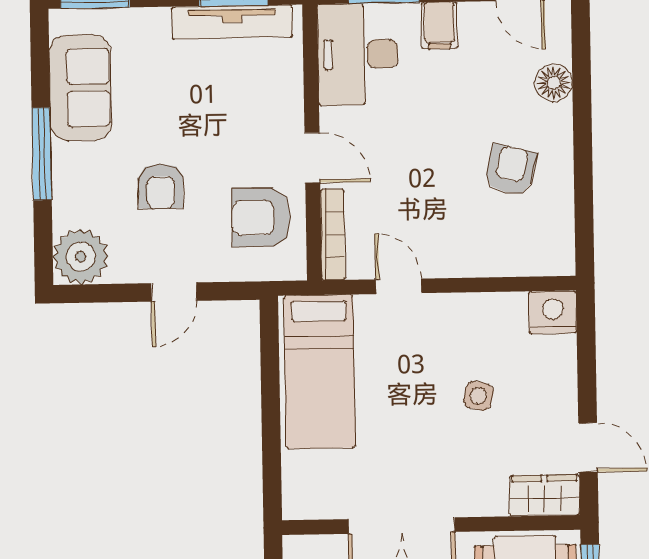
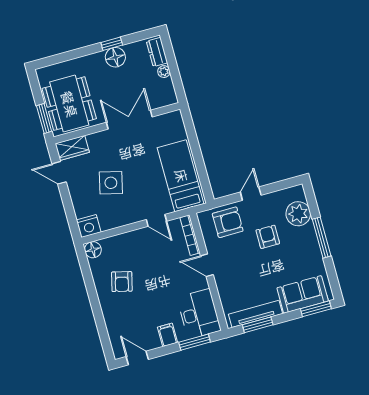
floor lamp: (554, 83) -> (93, 250), moved
sofa: (80, 88) -> (303, 294), moved, turned 90
armchair: (261, 217) -> (228, 222), moved
plant: (81, 257) -> (298, 214), moved
side table: (479, 396) -> (111, 183), width x1.87, depth x1.87

